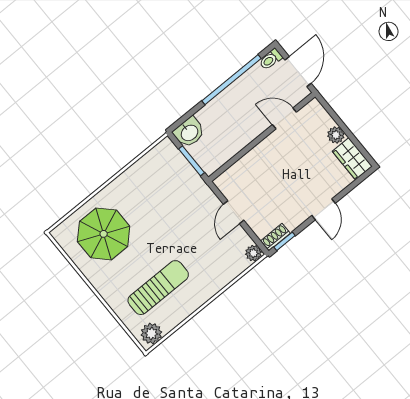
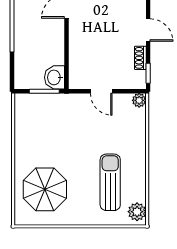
washbasin: (189, 132) -> (55, 77), moved, turned 180
shoe rack: (276, 237) -> (140, 58), moved

